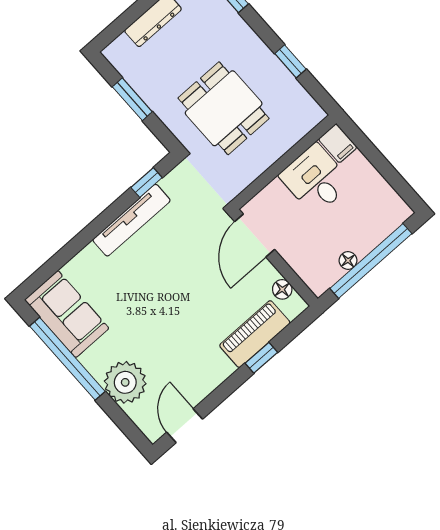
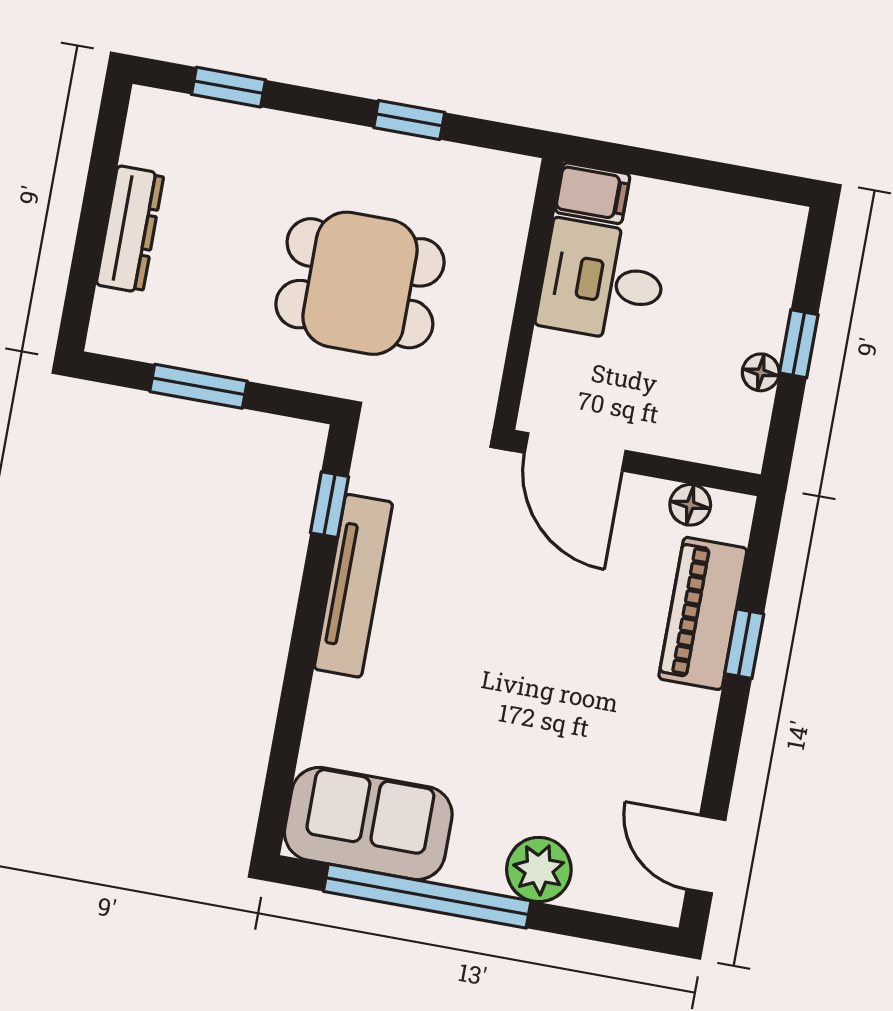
window: (371, 261) -> (799, 344), width x0.32
plant: (125, 382) -> (539, 870), width x0.73, depth x0.73

